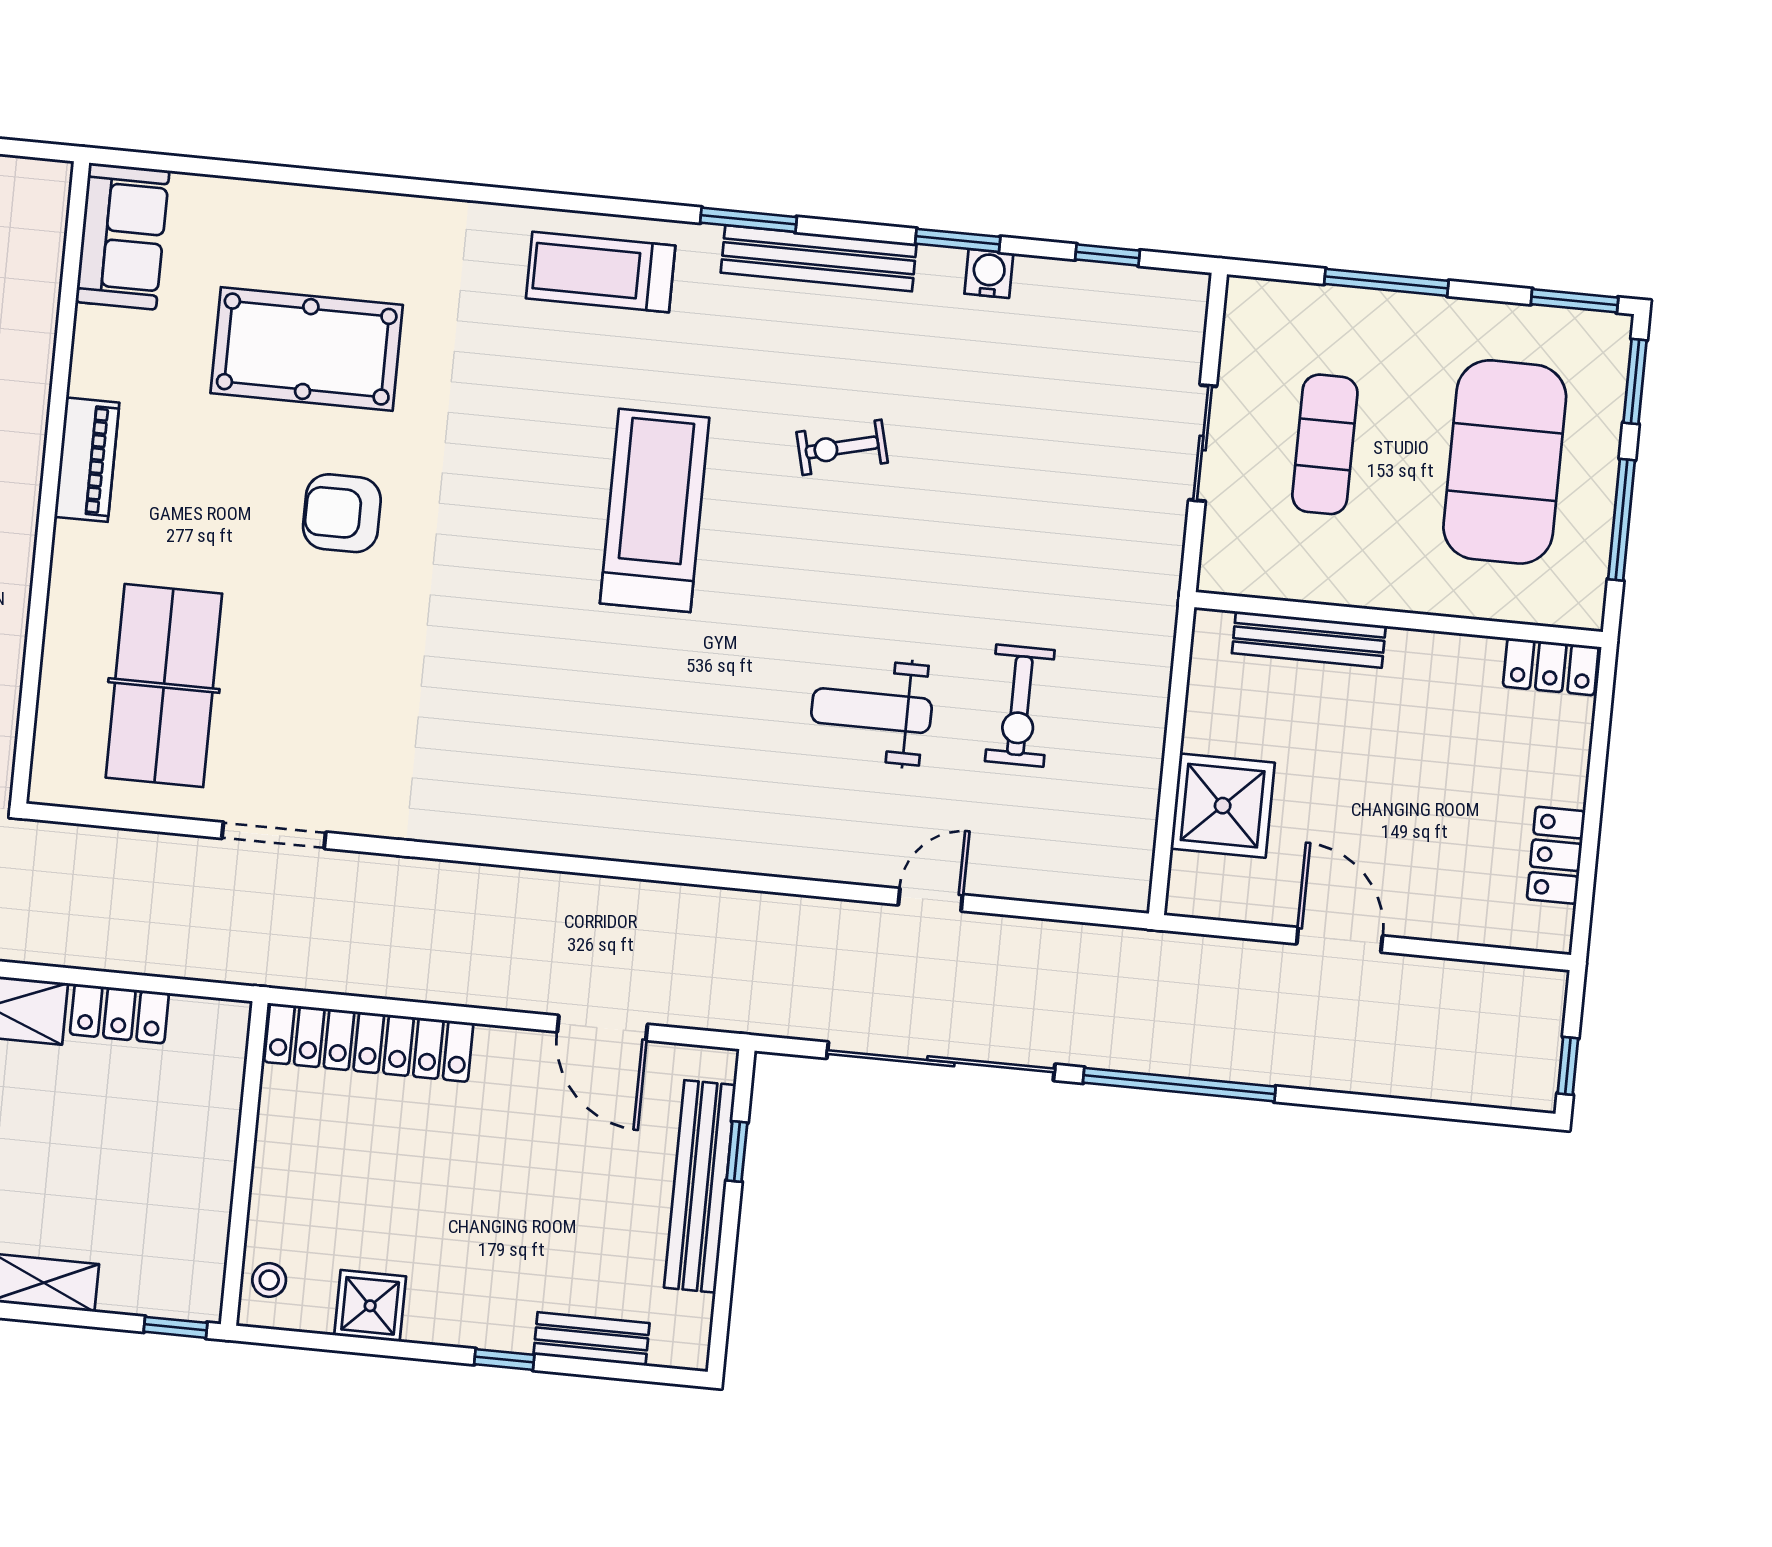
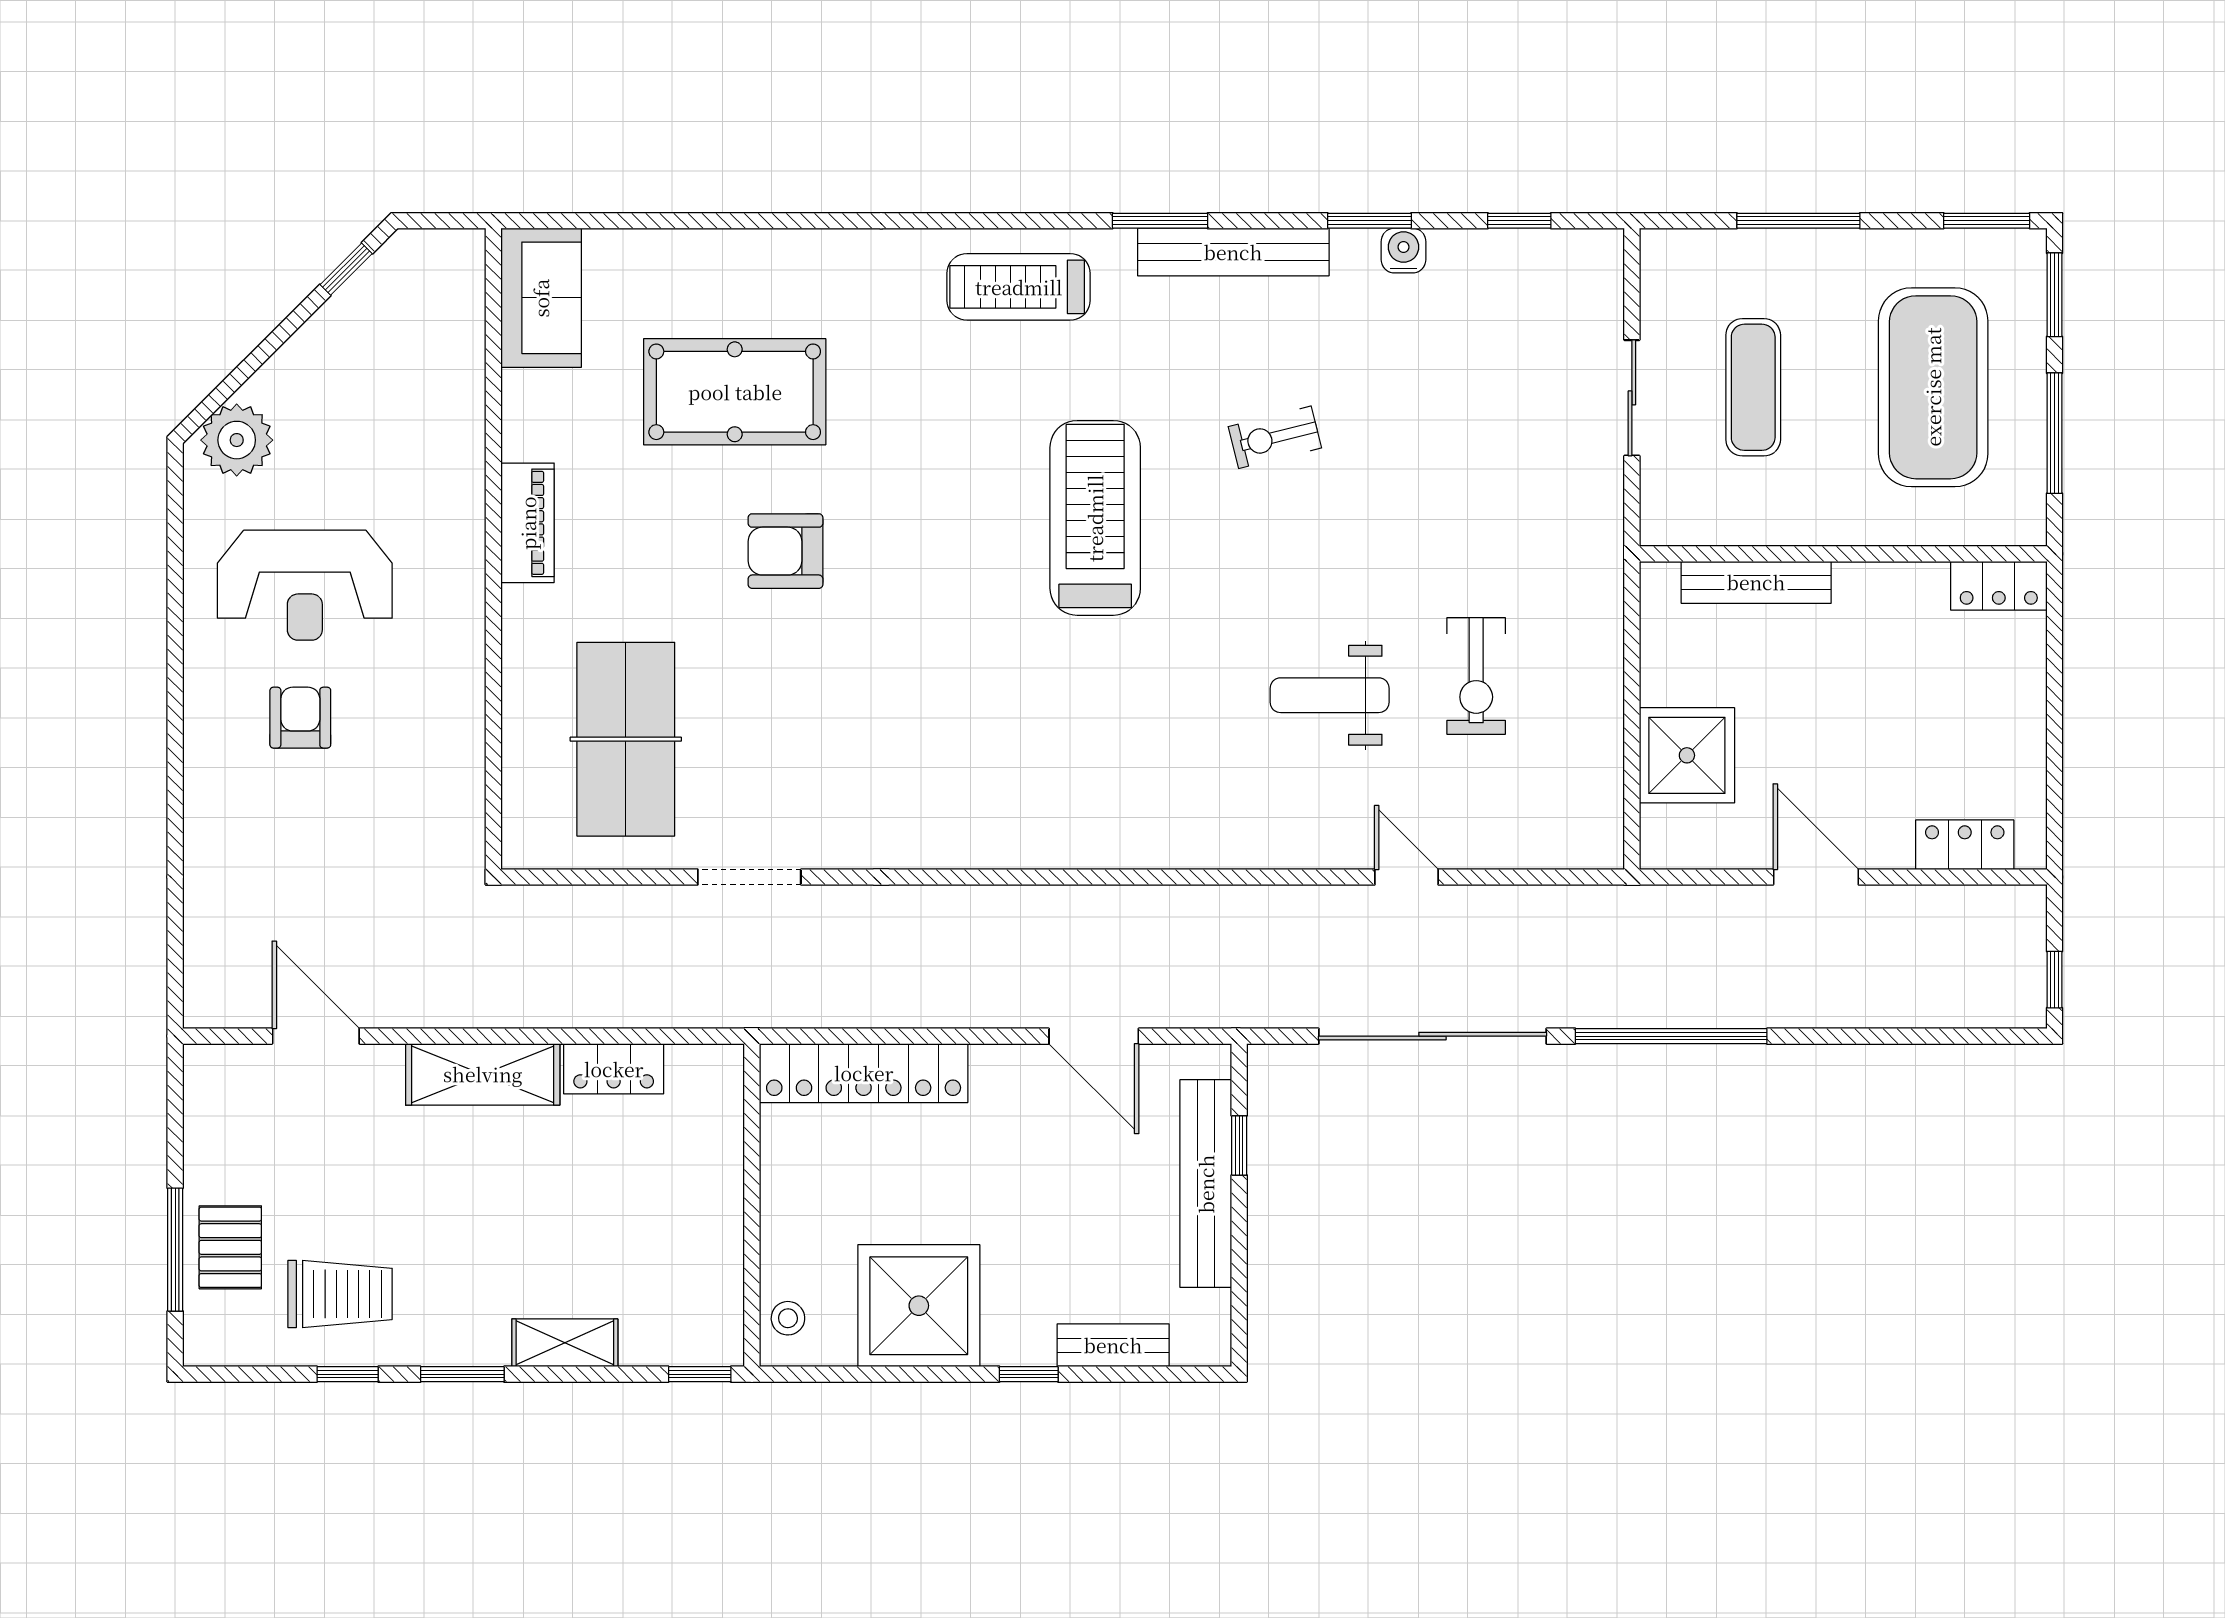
locker: (1556, 855) -> (1965, 845), moved, turned 90
door: (930, 900) -> (1406, 877), hinge flipped
shower: (370, 1306) -> (919, 1306), width x1.86, depth x1.86

